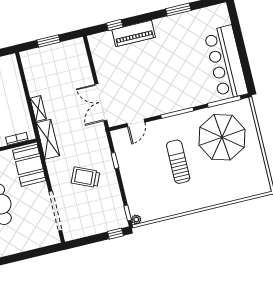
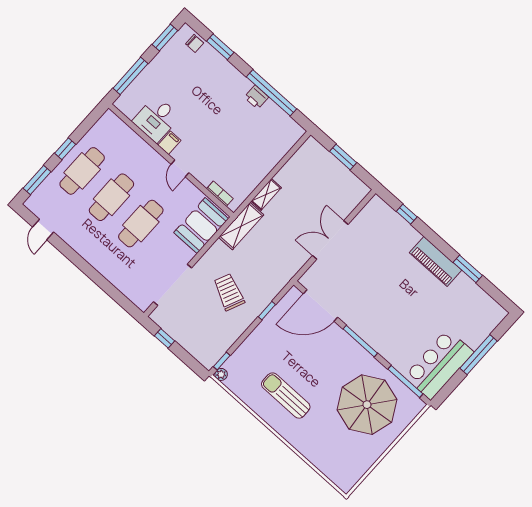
piano: (134, 34) -> (436, 261), moved
window: (240, 41) -> (479, 355), added
bar counter: (226, 63) -> (439, 364), width x0.73
double door: (101, 102) -> (330, 240), moved
door: (136, 123) -> (321, 305), width x1.88
sun lounger: (178, 162) -> (286, 396), moved, turned -90
window: (115, 234) -> (164, 338), moved

